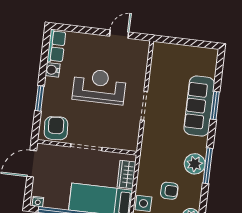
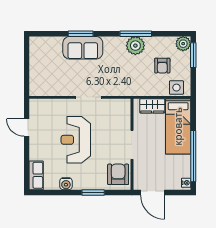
row of seats: (56, 46) -> (36, 175), moved, turned 90
sofa: (199, 106) -> (83, 48), width x0.73
armchair: (56, 128) -> (118, 174), turned 94
armchair: (169, 191) -> (162, 66), turned 180

